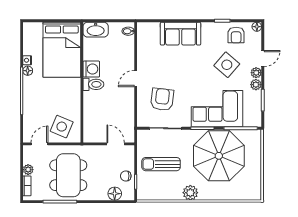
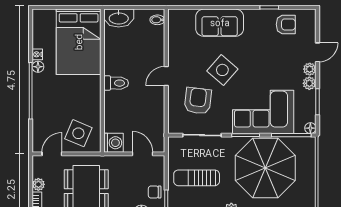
floor lamp: (257, 27) -> (310, 128), moved
armchair: (236, 35) -> (286, 24), turned -90
side table: (227, 65) -> (222, 70), moved
washing machine: (91, 69) -> (114, 143), moved

